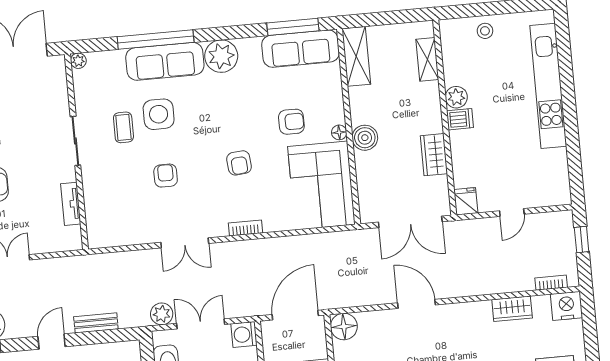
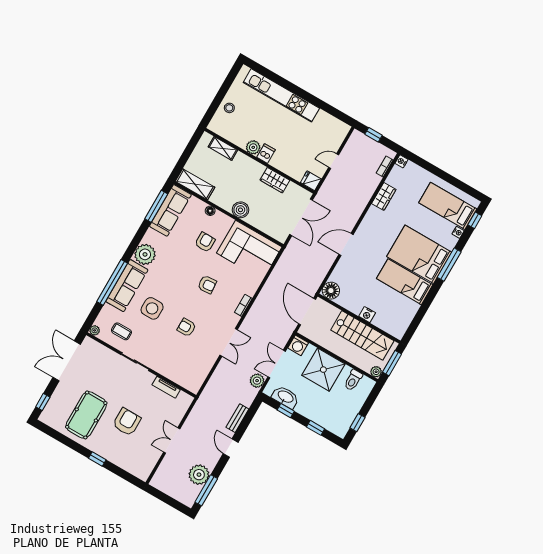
coffee table: (123, 127) -> (121, 331), moved
floor lamp: (339, 132) -> (210, 211), moved
door: (512, 212) -> (334, 161), swing flipped
nightstand: (567, 306) -> (401, 161), width x0.53, depth x0.56

